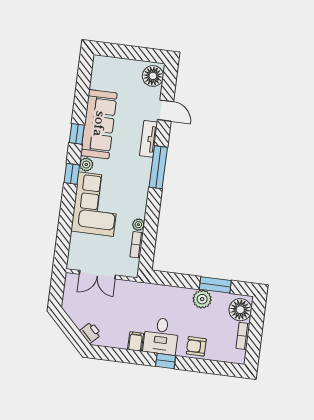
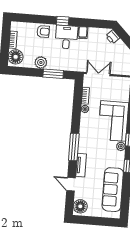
sofa: (99, 124) -> (113, 190), moved
double door: (97, 275) -> (98, 74), moved
window: (215, 285) -> (53, 74), moved

